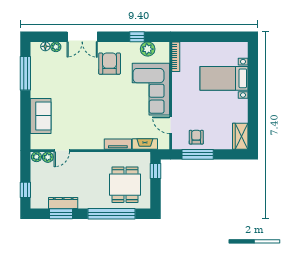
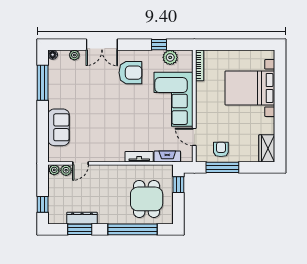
floor lamp: (45, 46) -> (53, 55), moved
armchair: (110, 64) -> (130, 73), turned 90
bed with nightstands: (224, 78) -> (250, 88), width x1.36

